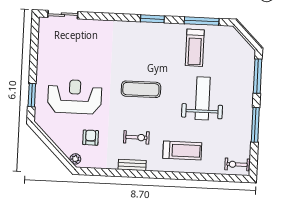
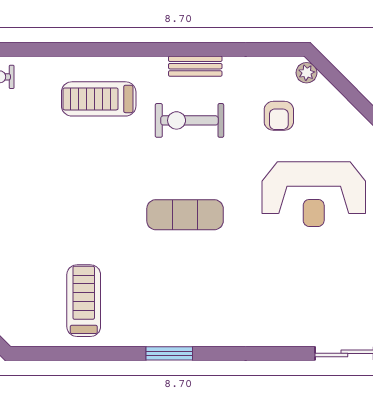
window: (202, 21) -> (73, 353), removed
weight bench: (203, 98) -> (64, 203), removed
exercise bike: (136, 137) -> (189, 120), width x1.38, depth x1.39

